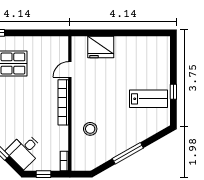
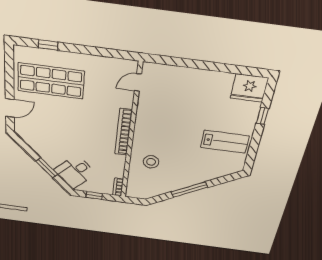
fridge: (101, 47) -> (249, 88), moved
door: (70, 69) -> (138, 82), moved
window: (173, 92) -> (262, 116), moved

